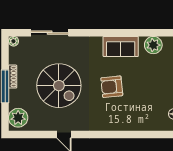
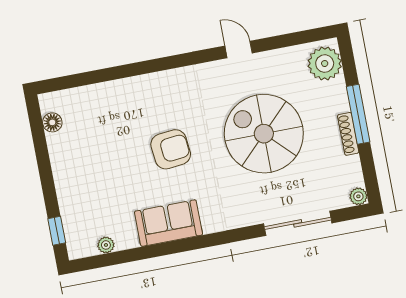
plant: (153, 45) -> (106, 245), width x0.53, depth x0.53

